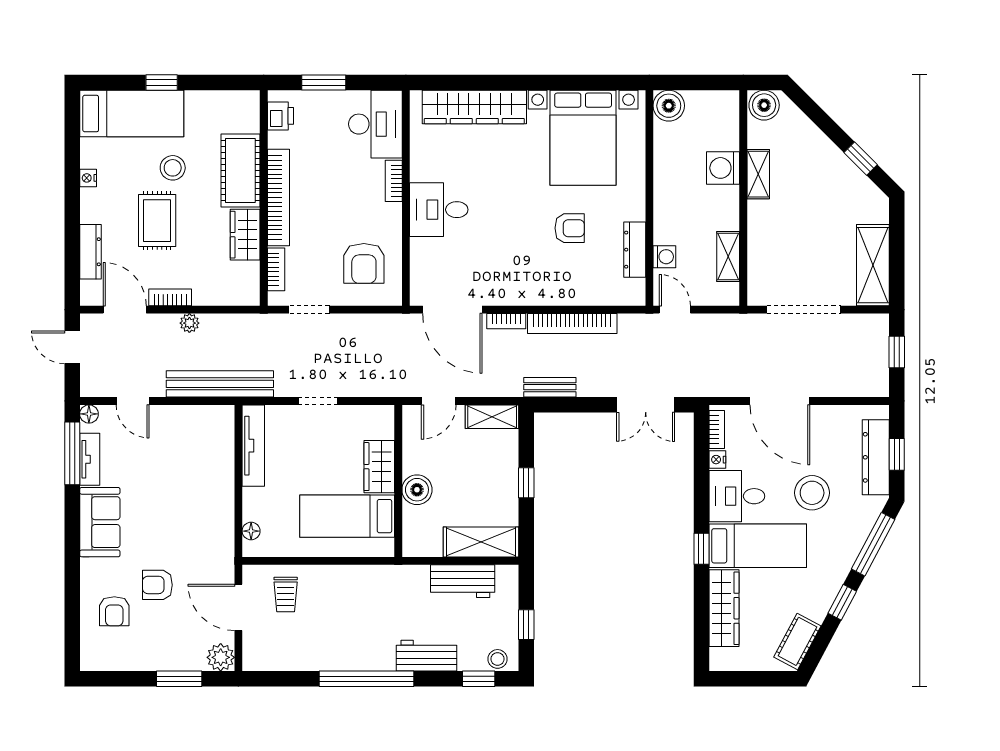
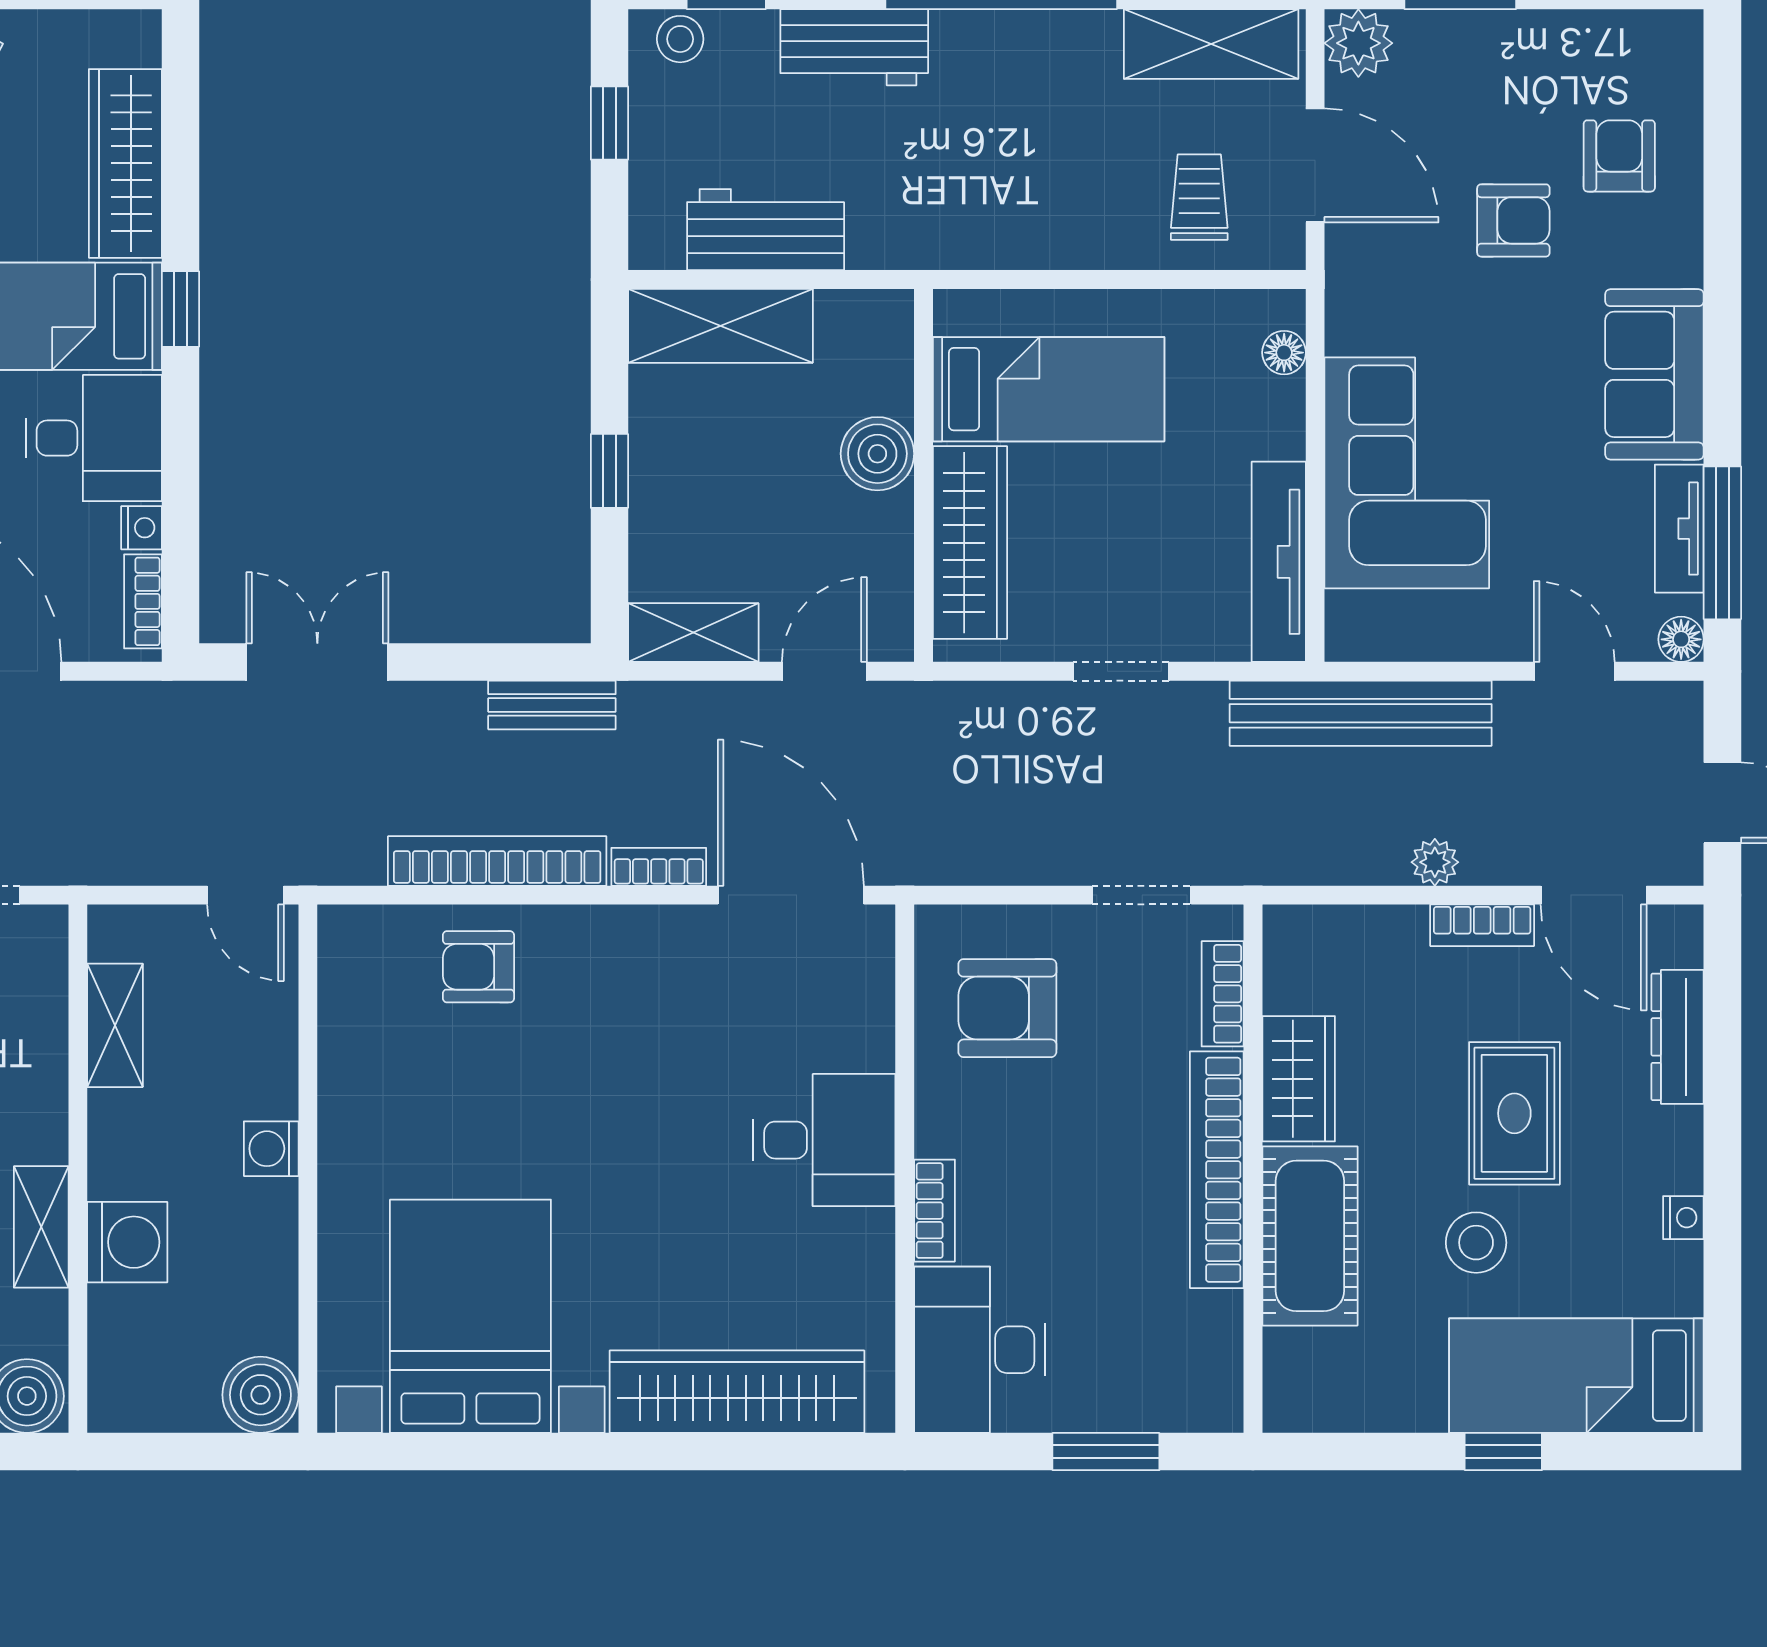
printer: (280, 116) -> (1212, 1370), removed
armchair: (570, 228) -> (478, 967), moved
dresser: (635, 250) -> (344, 1042), removed
washing machine: (664, 257) -> (271, 1149), moved
armchair: (364, 263) -> (1007, 1008), turned -90
wardrobe: (379, 467) -> (970, 543), width x1.50
corner sofa: (201, 482) -> (1407, 473), added
shelving: (281, 657) -> (1211, 44), added

